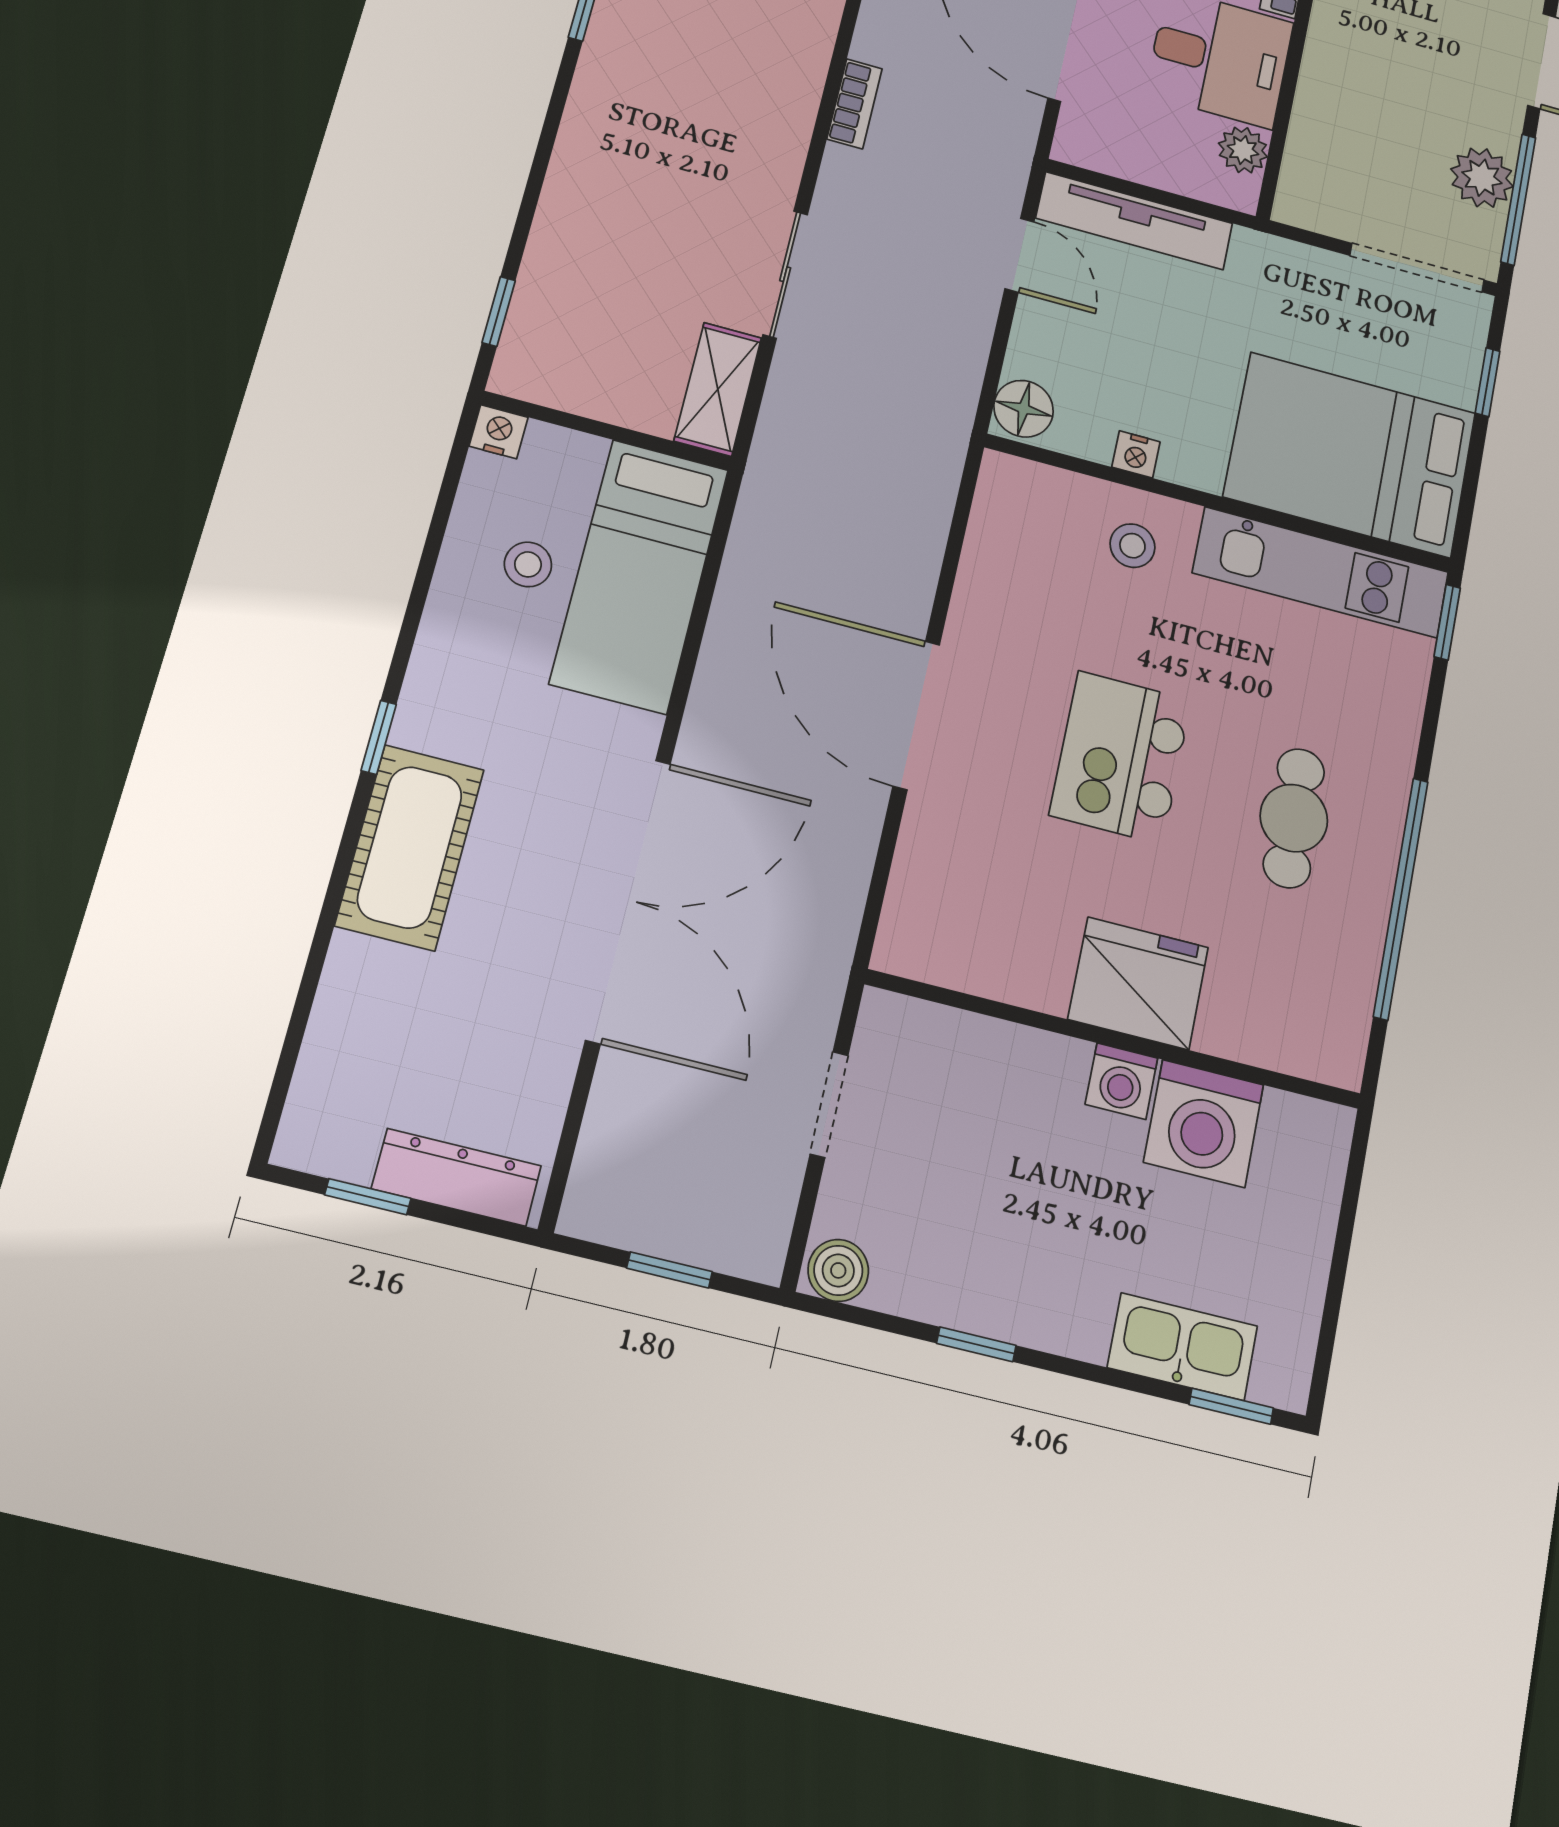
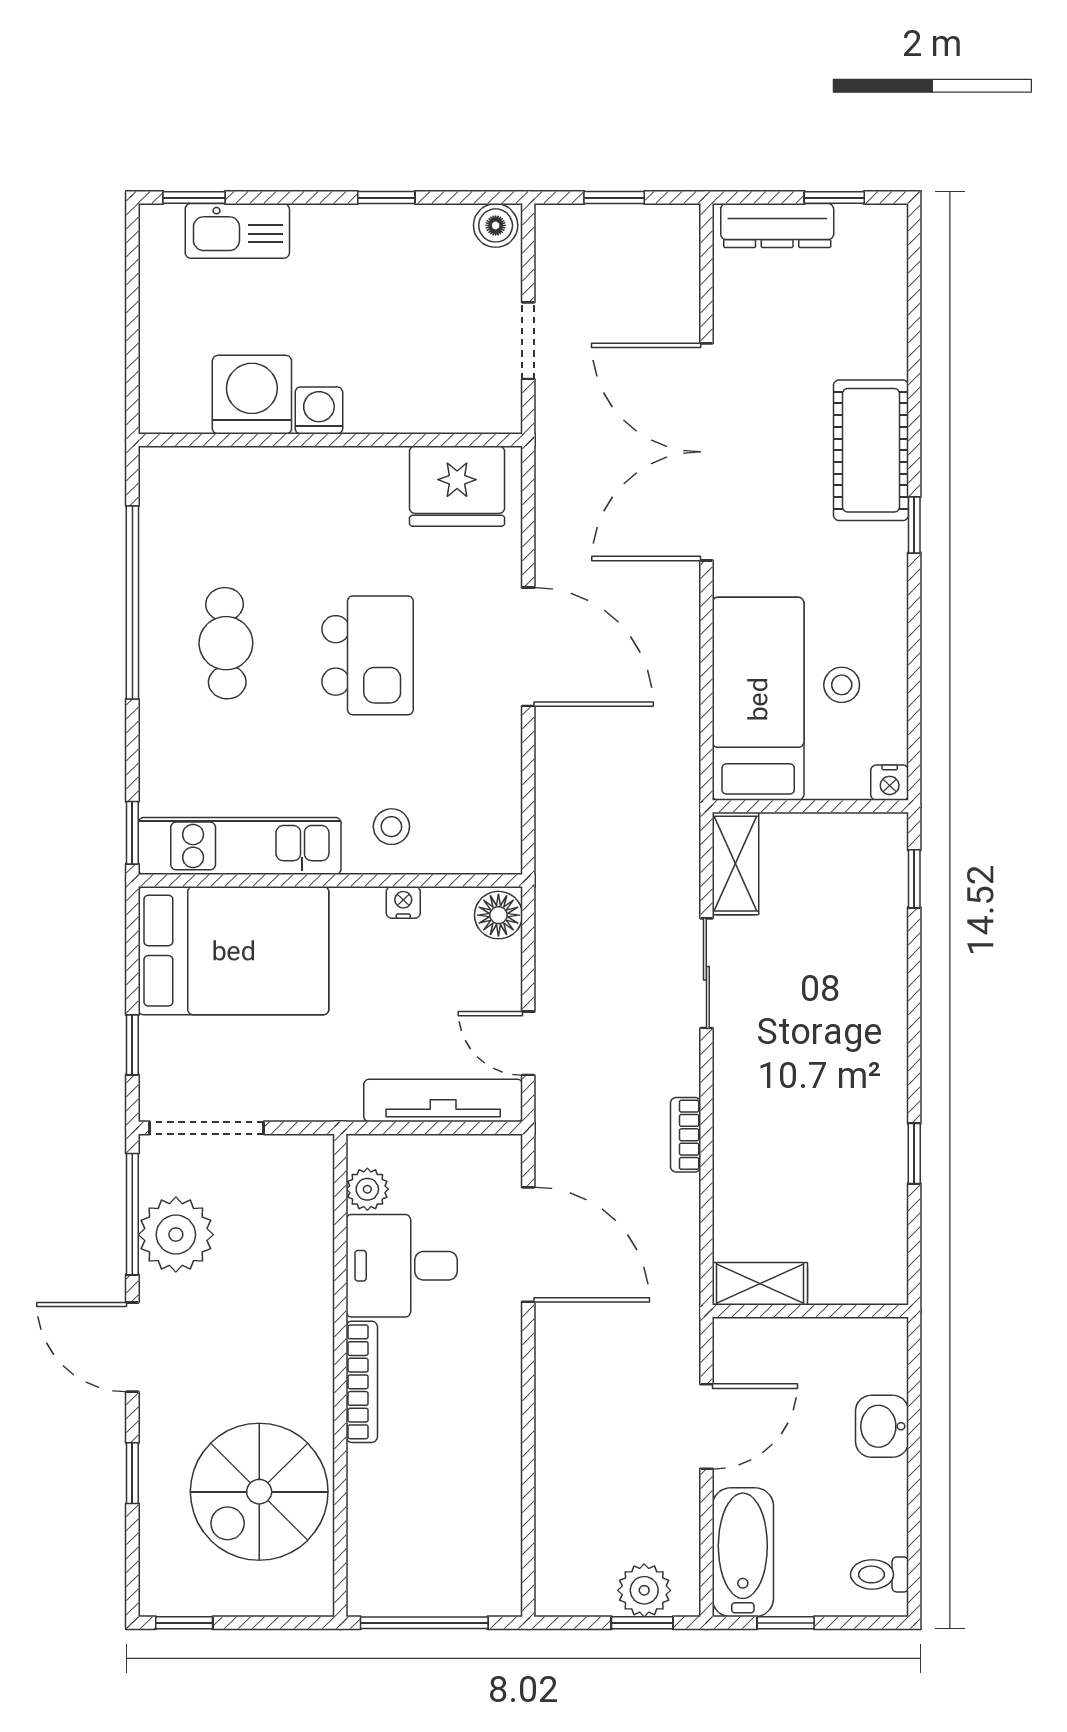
plant: (1482, 178) -> (176, 1235), width x1.36, depth x1.36
fridge: (1138, 983) -> (457, 486), moved

